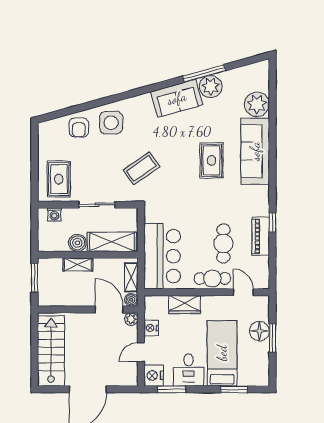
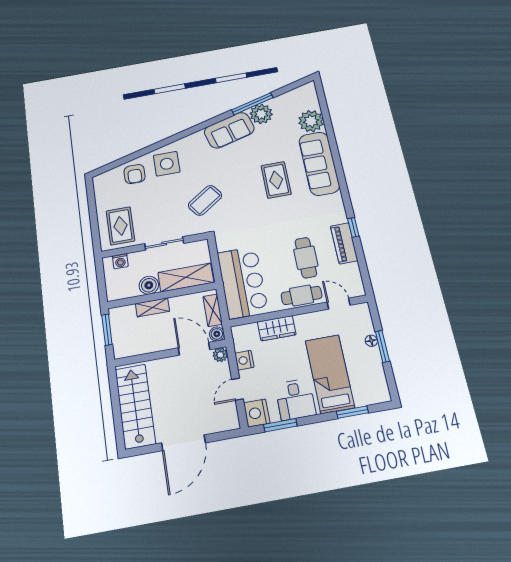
floor lamp: (259, 331) -> (371, 341), width x0.53, depth x0.53

